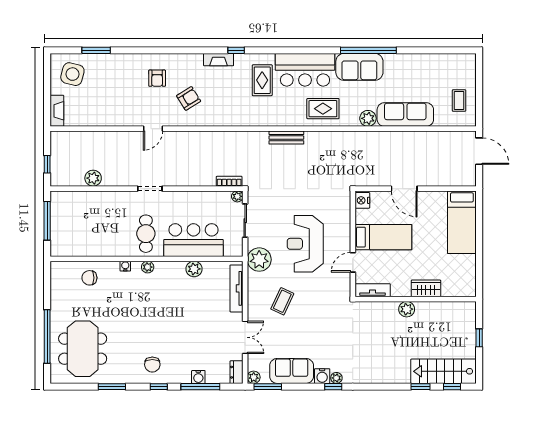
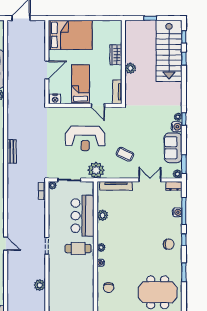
bed: (462, 222) -> (70, 35), width x1.50
stairs: (443, 371) -> (169, 51), width x1.36, depth x1.51

